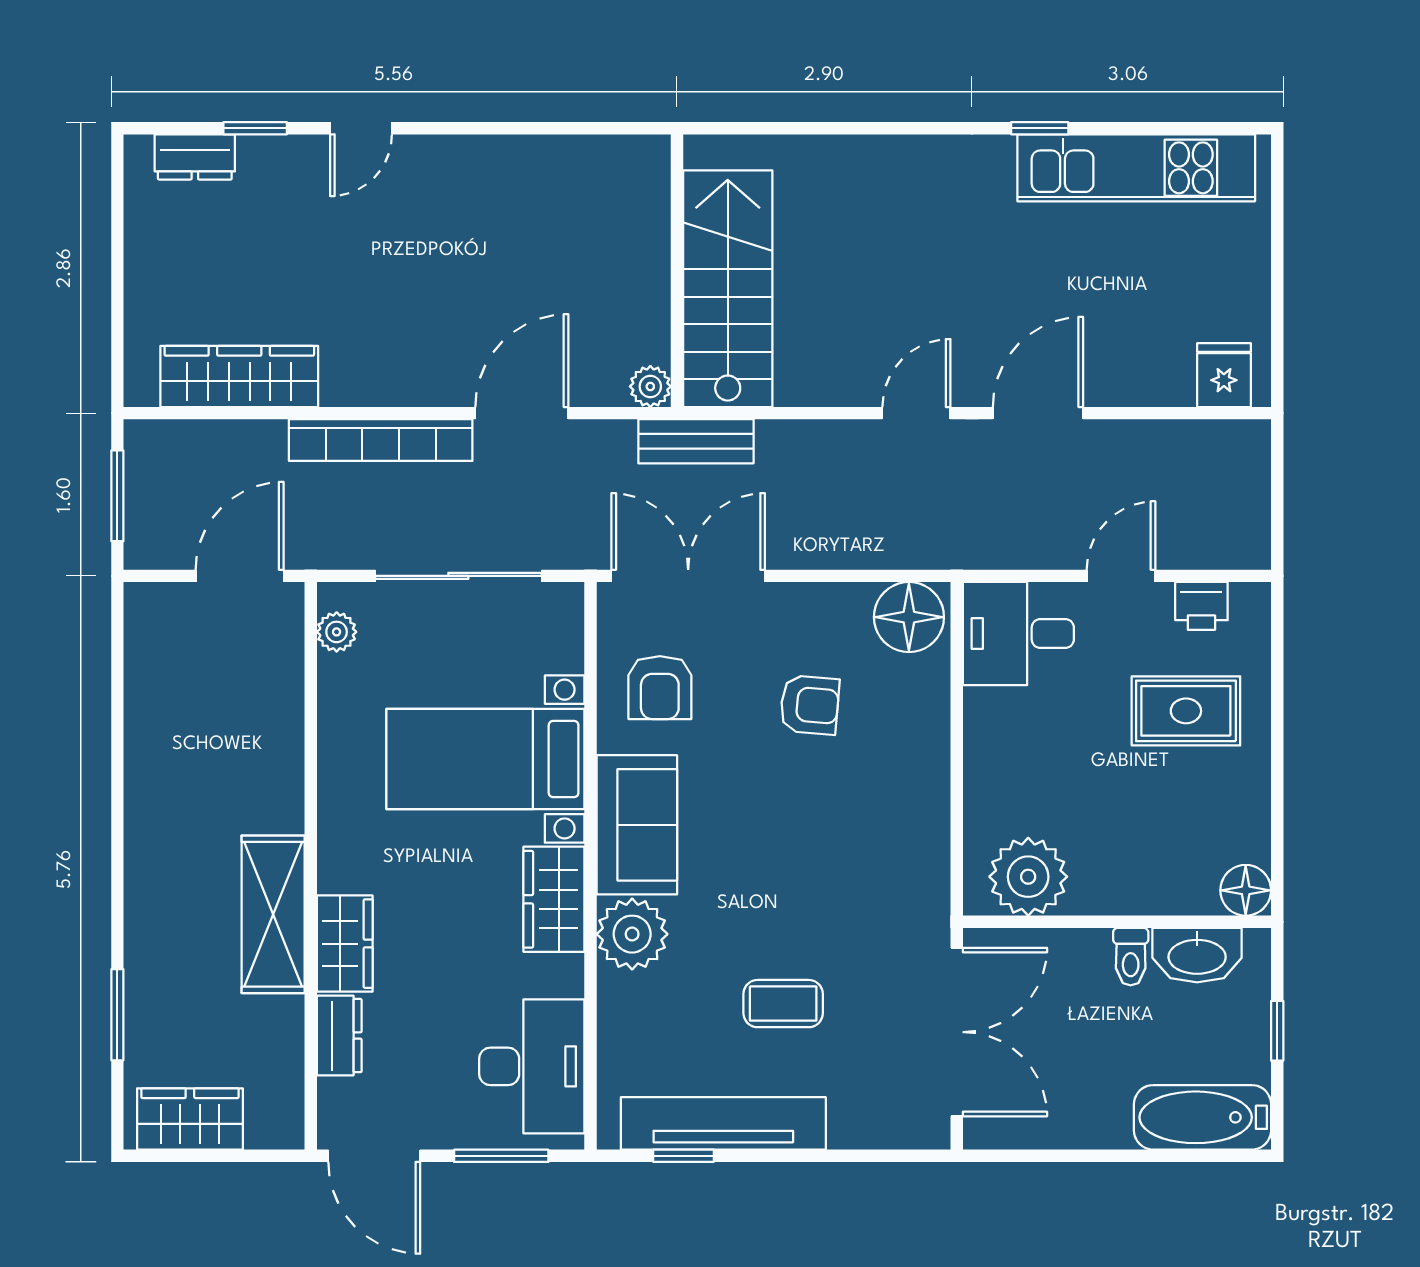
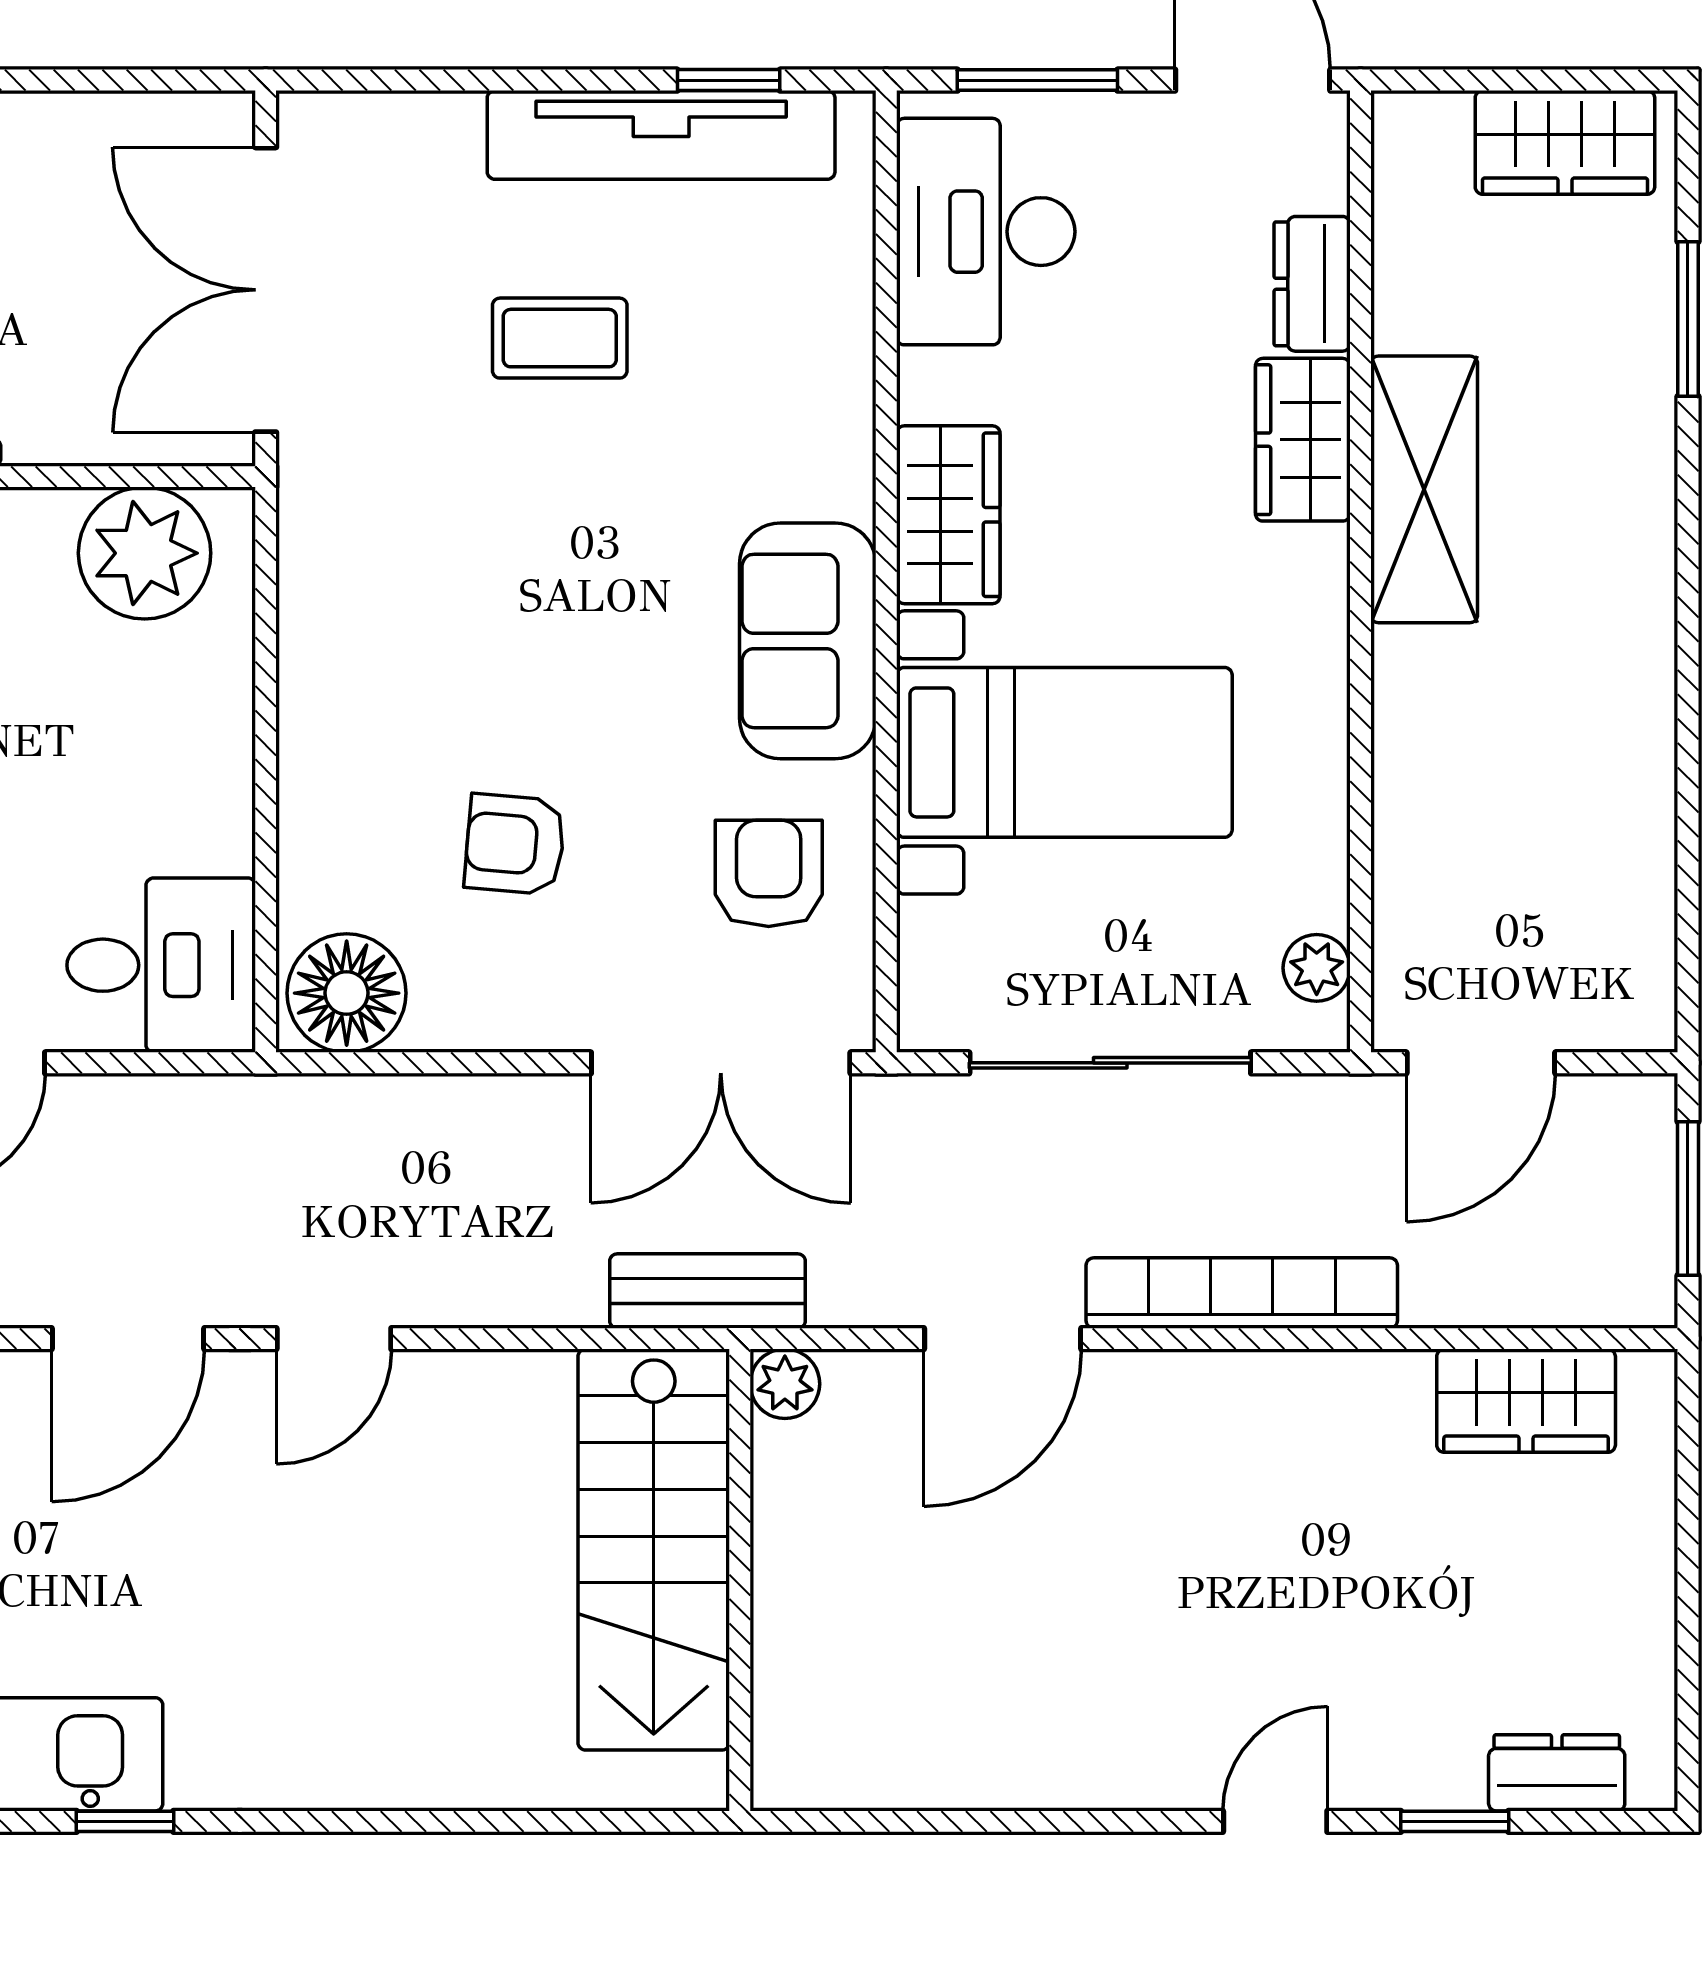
wardrobe: (239, 376) -> (1526, 1401), width x0.67
plant: (632, 934) -> (816, 456), removed

